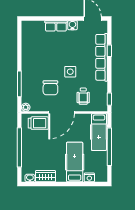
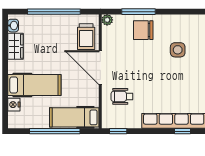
side table: (70, 72) -> (178, 50), moved
chair: (50, 88) -> (143, 30), moved

